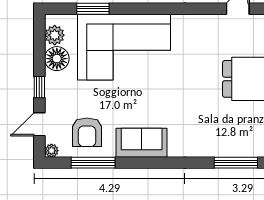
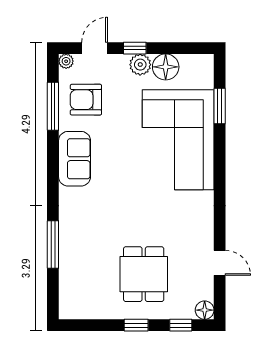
plant: (55, 35) -> (140, 65), moved
door: (39, 124) -> (95, 48), hinge flipped
window: (236, 163) -> (53, 245), moved

